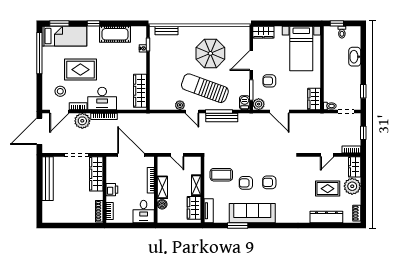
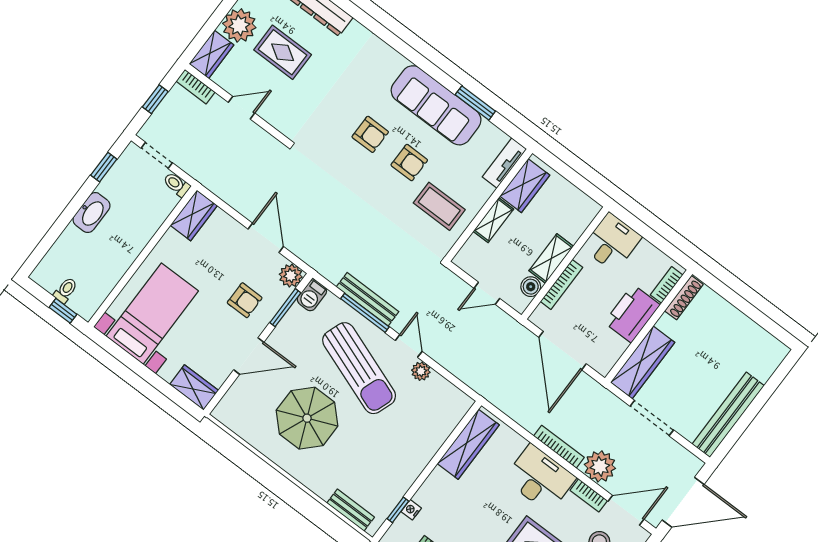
washbasin: (355, 57) -> (91, 213), moved
door: (177, 155) -> (487, 293), swing flipped
printer: (112, 190) -> (632, 314), width x1.87, depth x1.48
boiler: (162, 204) -> (531, 287), moved

